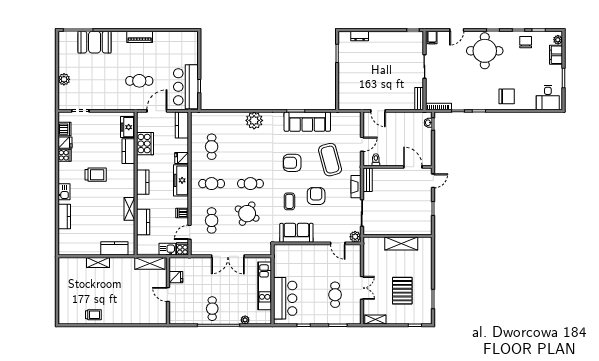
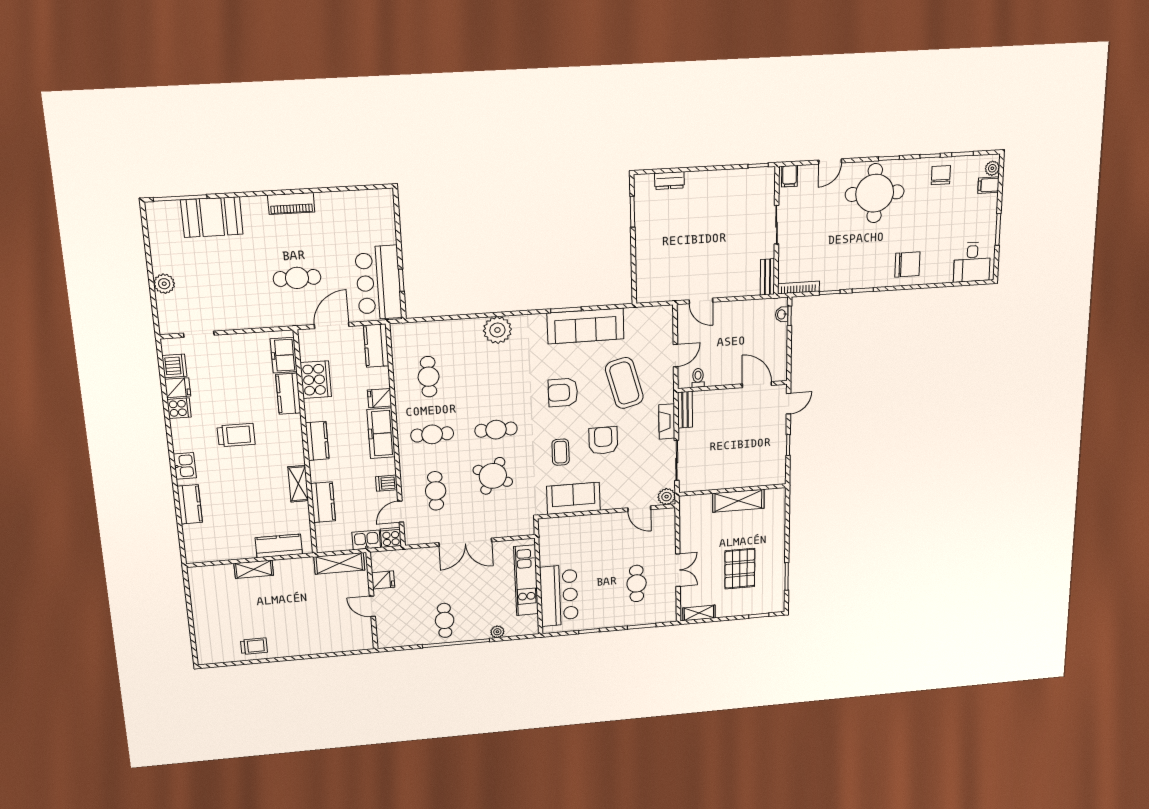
filing cabinet: (556, 55) -> (988, 185), width x0.50

